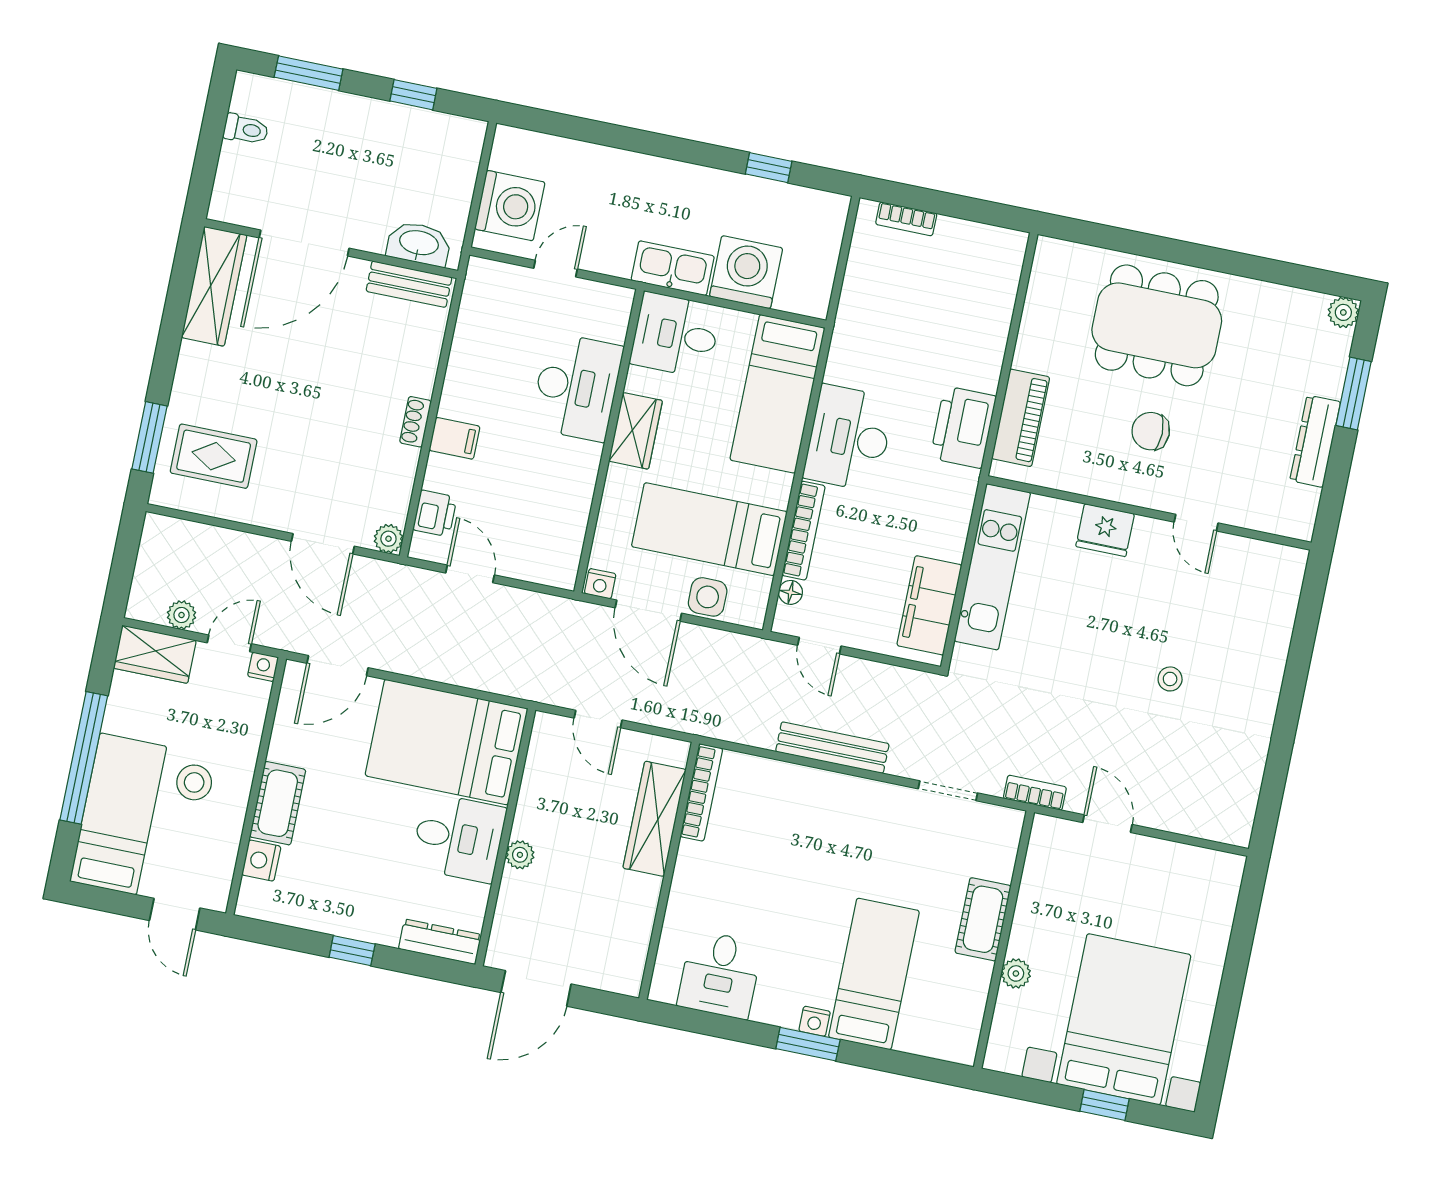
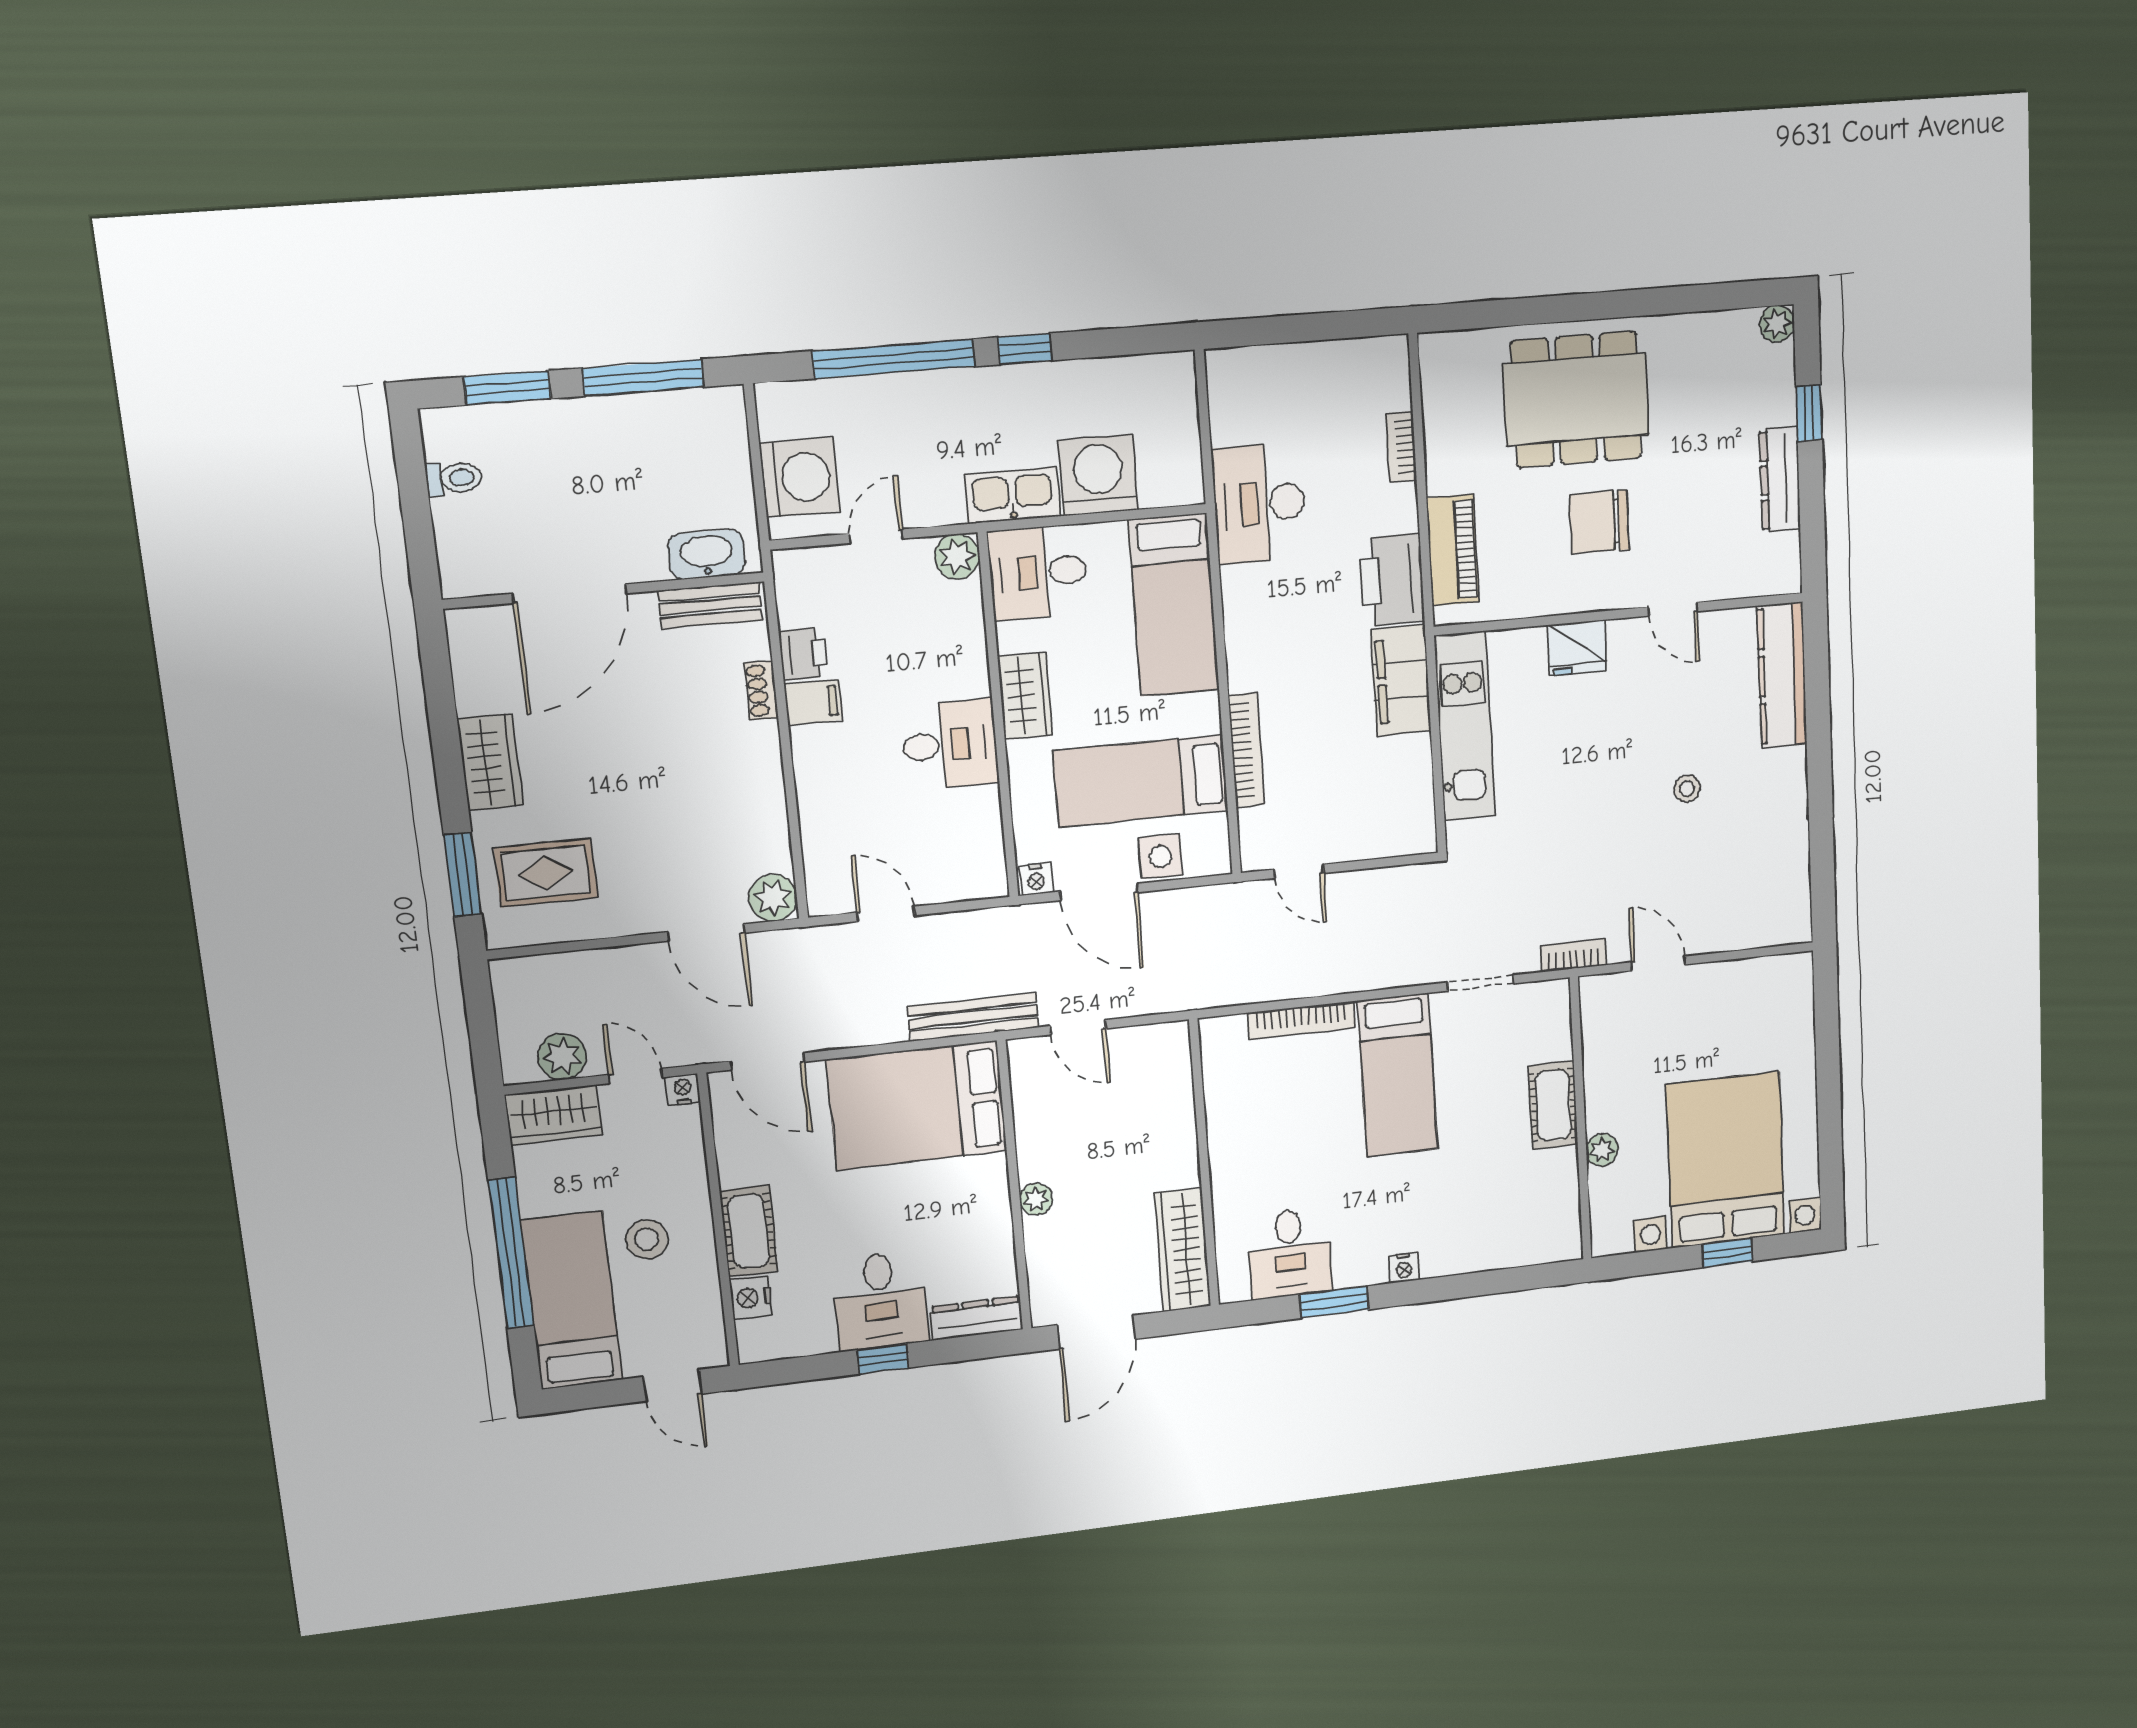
window: (413, 95) -> (643, 378), width x2.17
window: (611, 135) -> (894, 359), added
window: (769, 168) -> (1025, 349), moved
bookcase: (906, 219) -> (1401, 447), moved, turned 90
wardrobe: (214, 286) -> (490, 762), moved, width x0.67
plant: (614, 303) -> (957, 556), added
desk: (577, 387) -> (950, 745), moved, width x0.73
window: (1354, 393) -> (1809, 413), width x0.67
shoe rack: (416, 422) -> (761, 690), moved
chair: (1151, 431) -> (1599, 522), width x1.37, depth x1.37
filing cabinet: (454, 438) -> (813, 702), moved
desk: (849, 438) -> (1259, 503), moved
printer: (435, 513) -> (804, 654), moved
plant: (388, 539) -> (773, 898), width x1.38, depth x1.38
floor lamp: (790, 592) -> (1251, 823), removed
filing cabinet: (929, 605) -> (1401, 680), moved
kitchen counter: (1277, 607) -> (1782, 675), added
plant: (181, 615) -> (562, 1057), width x1.38, depth x1.38
door: (229, 643) -> (635, 1076), hinge flipped
door: (338, 666) -> (767, 1061), hinge flipped
bench: (832, 748) -> (974, 1017), moved
bookcase: (701, 792) -> (1301, 1020), moved, turned 90
wardrobe: (655, 819) -> (1183, 1250), moved
desk: (458, 838) -> (880, 1301), moved, turned 90
bed: (874, 974) -> (1397, 1075), moved, turned 180
window: (808, 1044) -> (1334, 1302), moved

